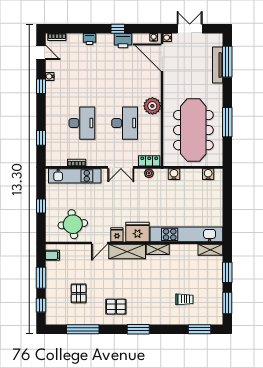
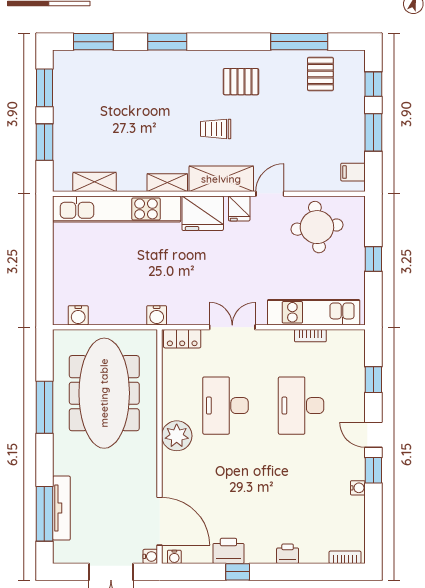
door: (41, 52) -> (373, 435), moved
plant: (149, 173) -> (183, 317), removed
water cooler: (174, 174) -> (157, 315), moved
shelving: (210, 250) -> (95, 182), moved
pallet: (79, 293) -> (320, 74), moved
trolley: (184, 299) -> (216, 129), moved
window: (138, 329) -> (167, 42), moved

